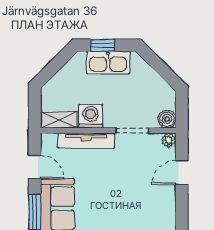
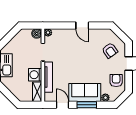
door: (35, 167) -> (62, 105), hinge flipped
door: (182, 173) -> (82, 25), moved

